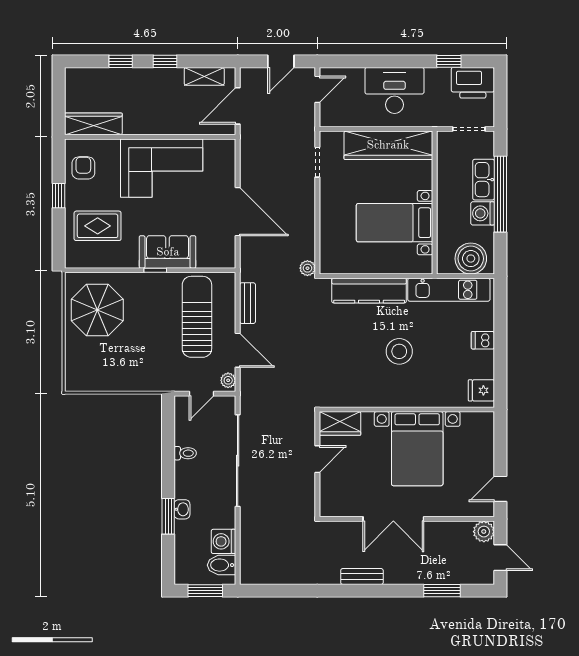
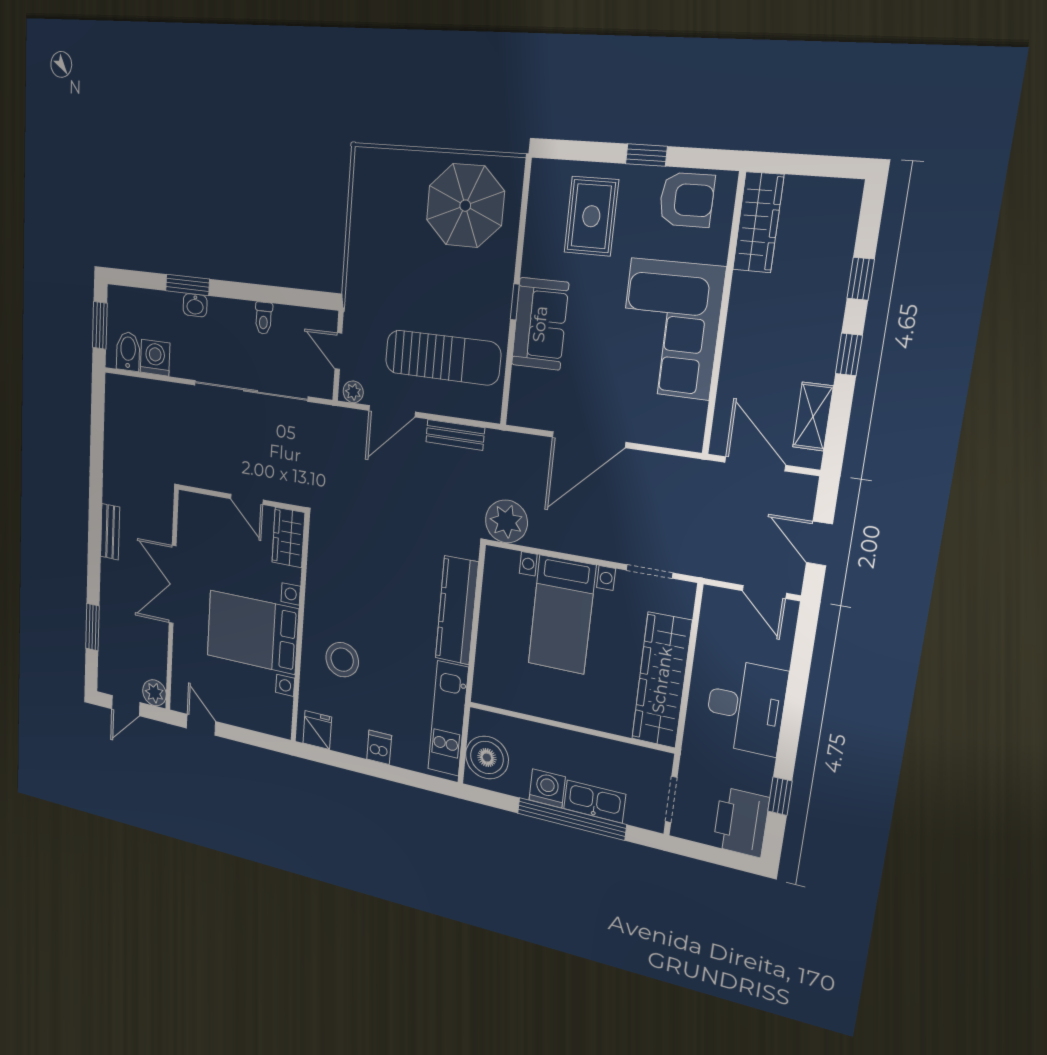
armchair: (83, 168) -> (687, 200), width x1.38, depth x1.38
bed with nightstands: (395, 223) -> (562, 615), moved, turned 180
plant: (307, 268) -> (506, 521), width x1.87, depth x1.87
stool: (399, 351) -> (342, 660), moved

